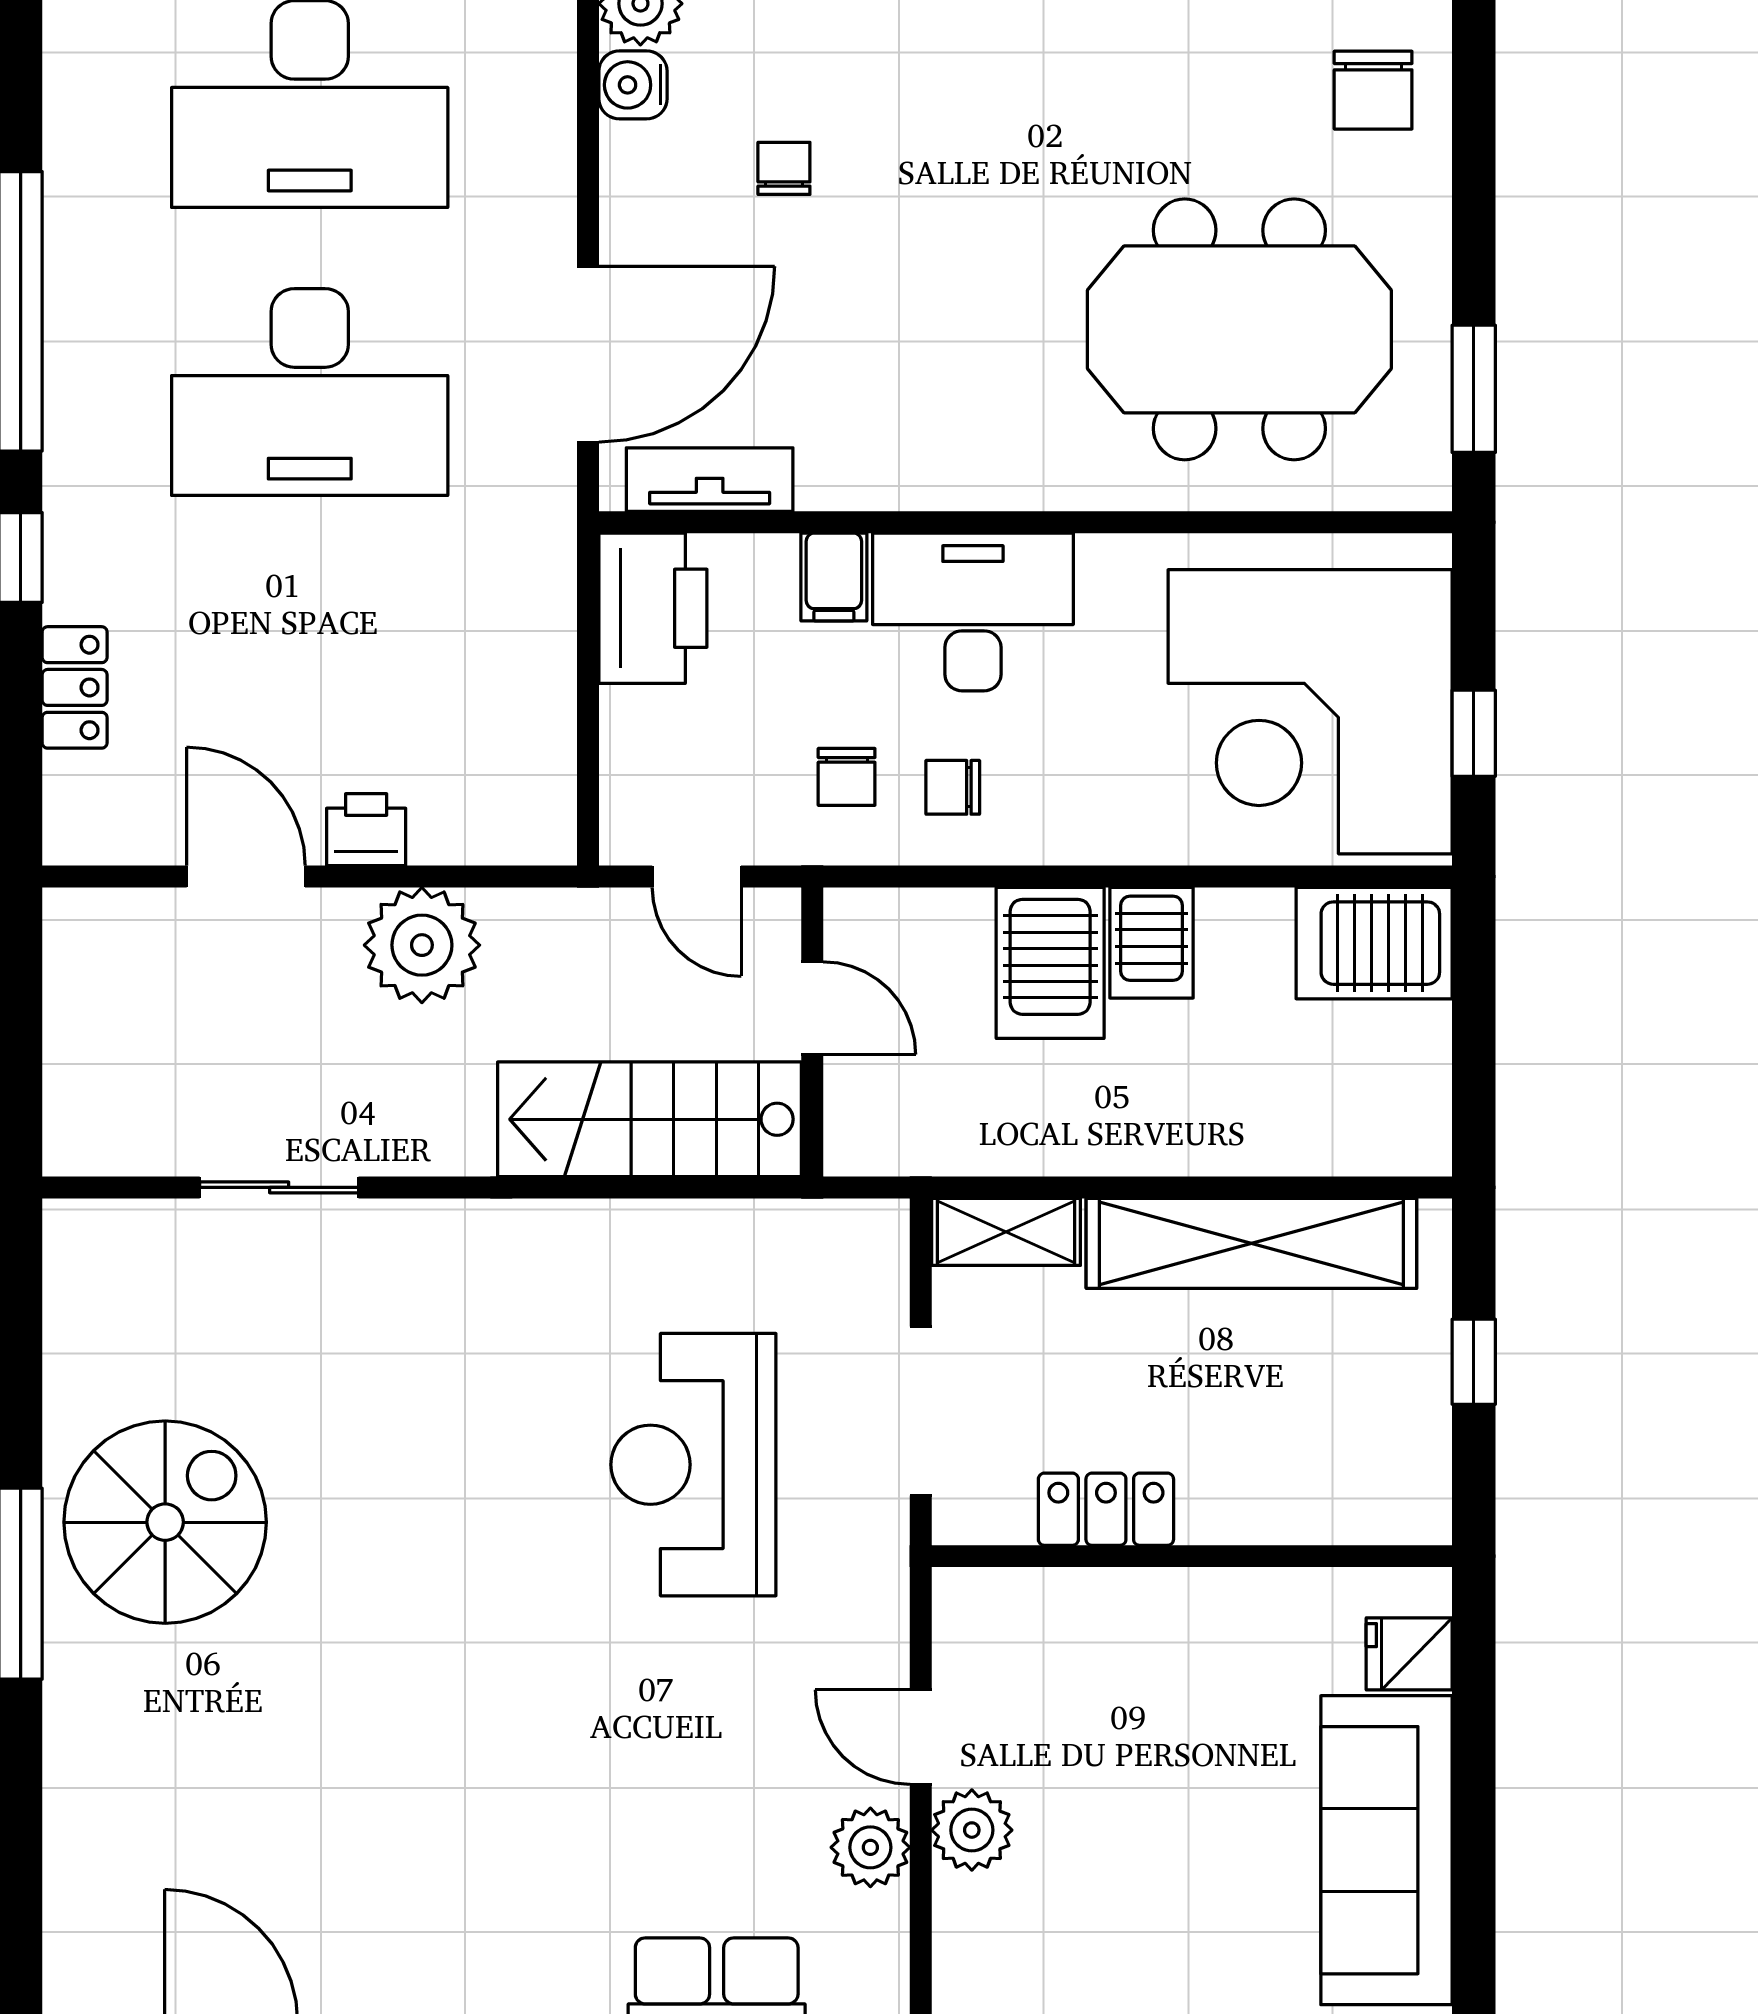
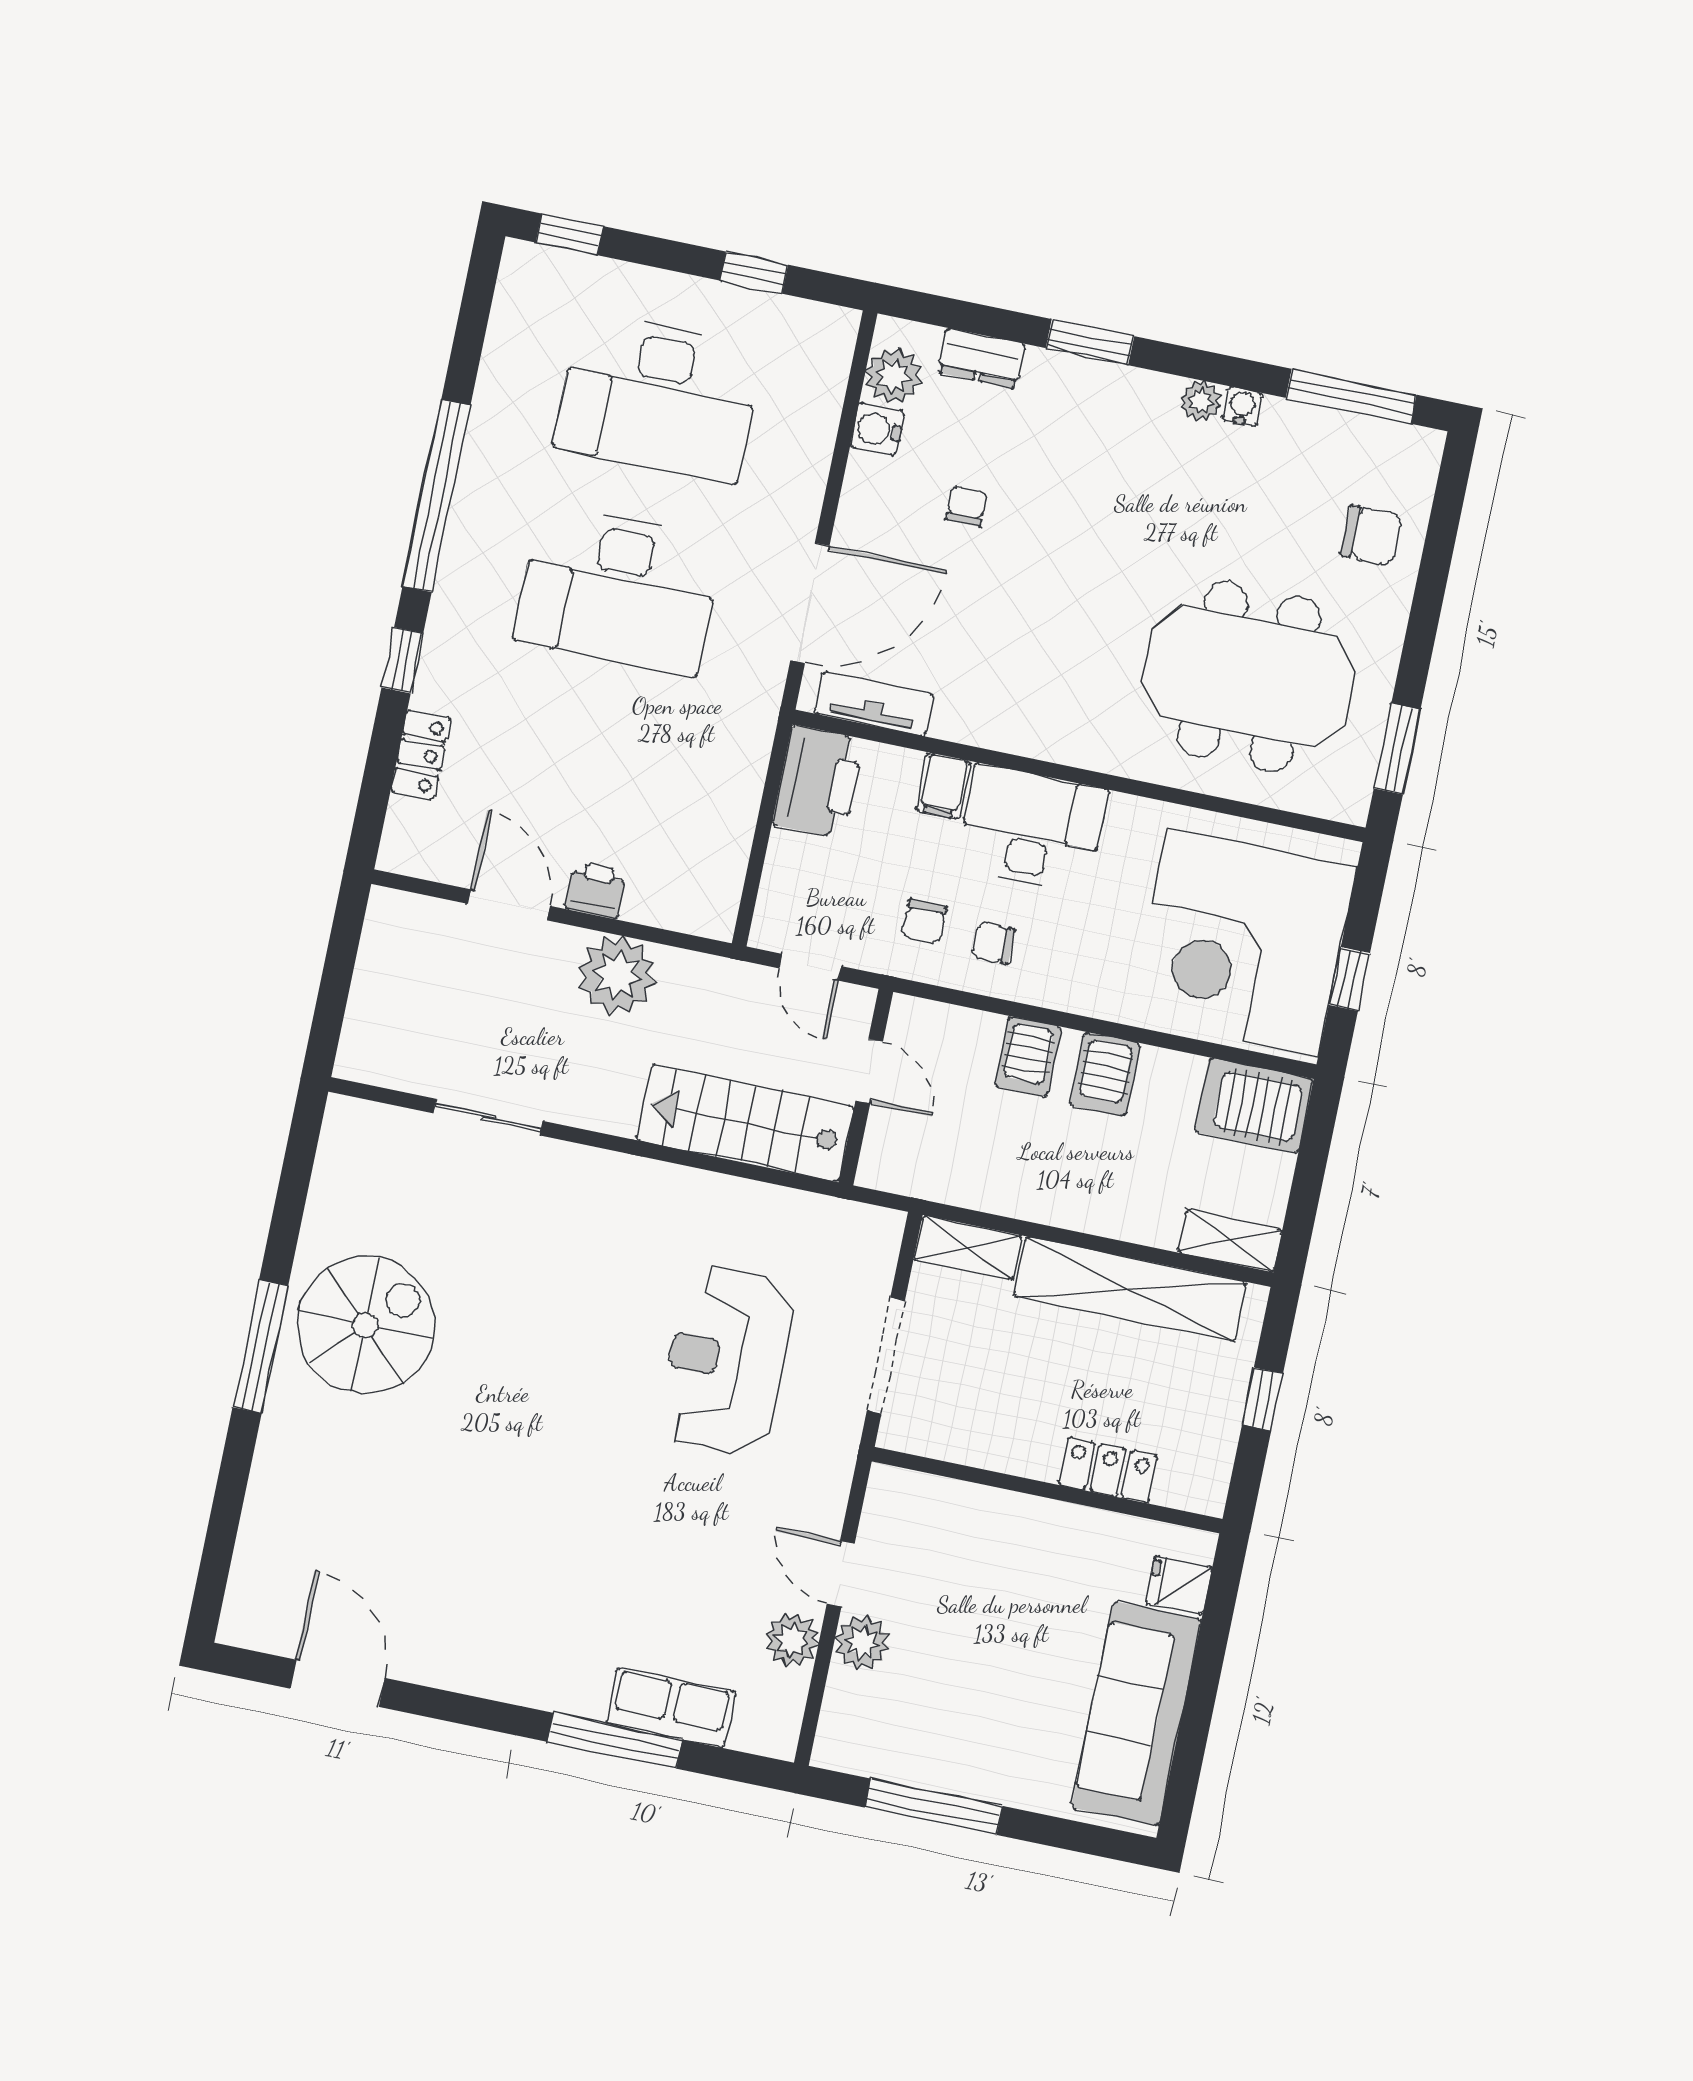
chair: (1373, 90) -> (1371, 535), turned -90
server rack: (1050, 963) -> (1028, 1056), width x0.73, depth x0.70
shelving: (1380, 1144) -> (1230, 1241), added
locker: (1106, 1509) -> (1108, 1470), moved

